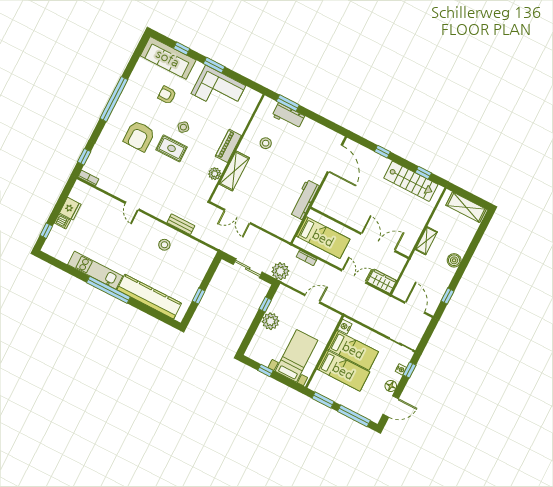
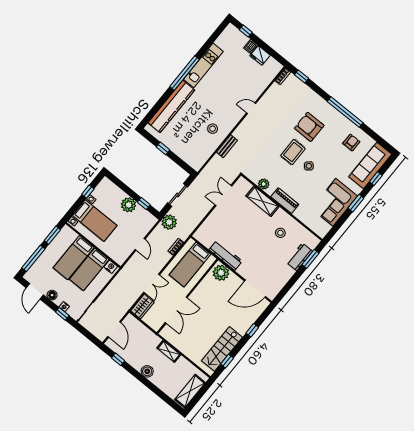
armchair: (167, 95) -> (351, 143), moved
plant: (325, 201) -> (221, 273), added
door: (415, 308) -> (114, 329), hinge flipped

